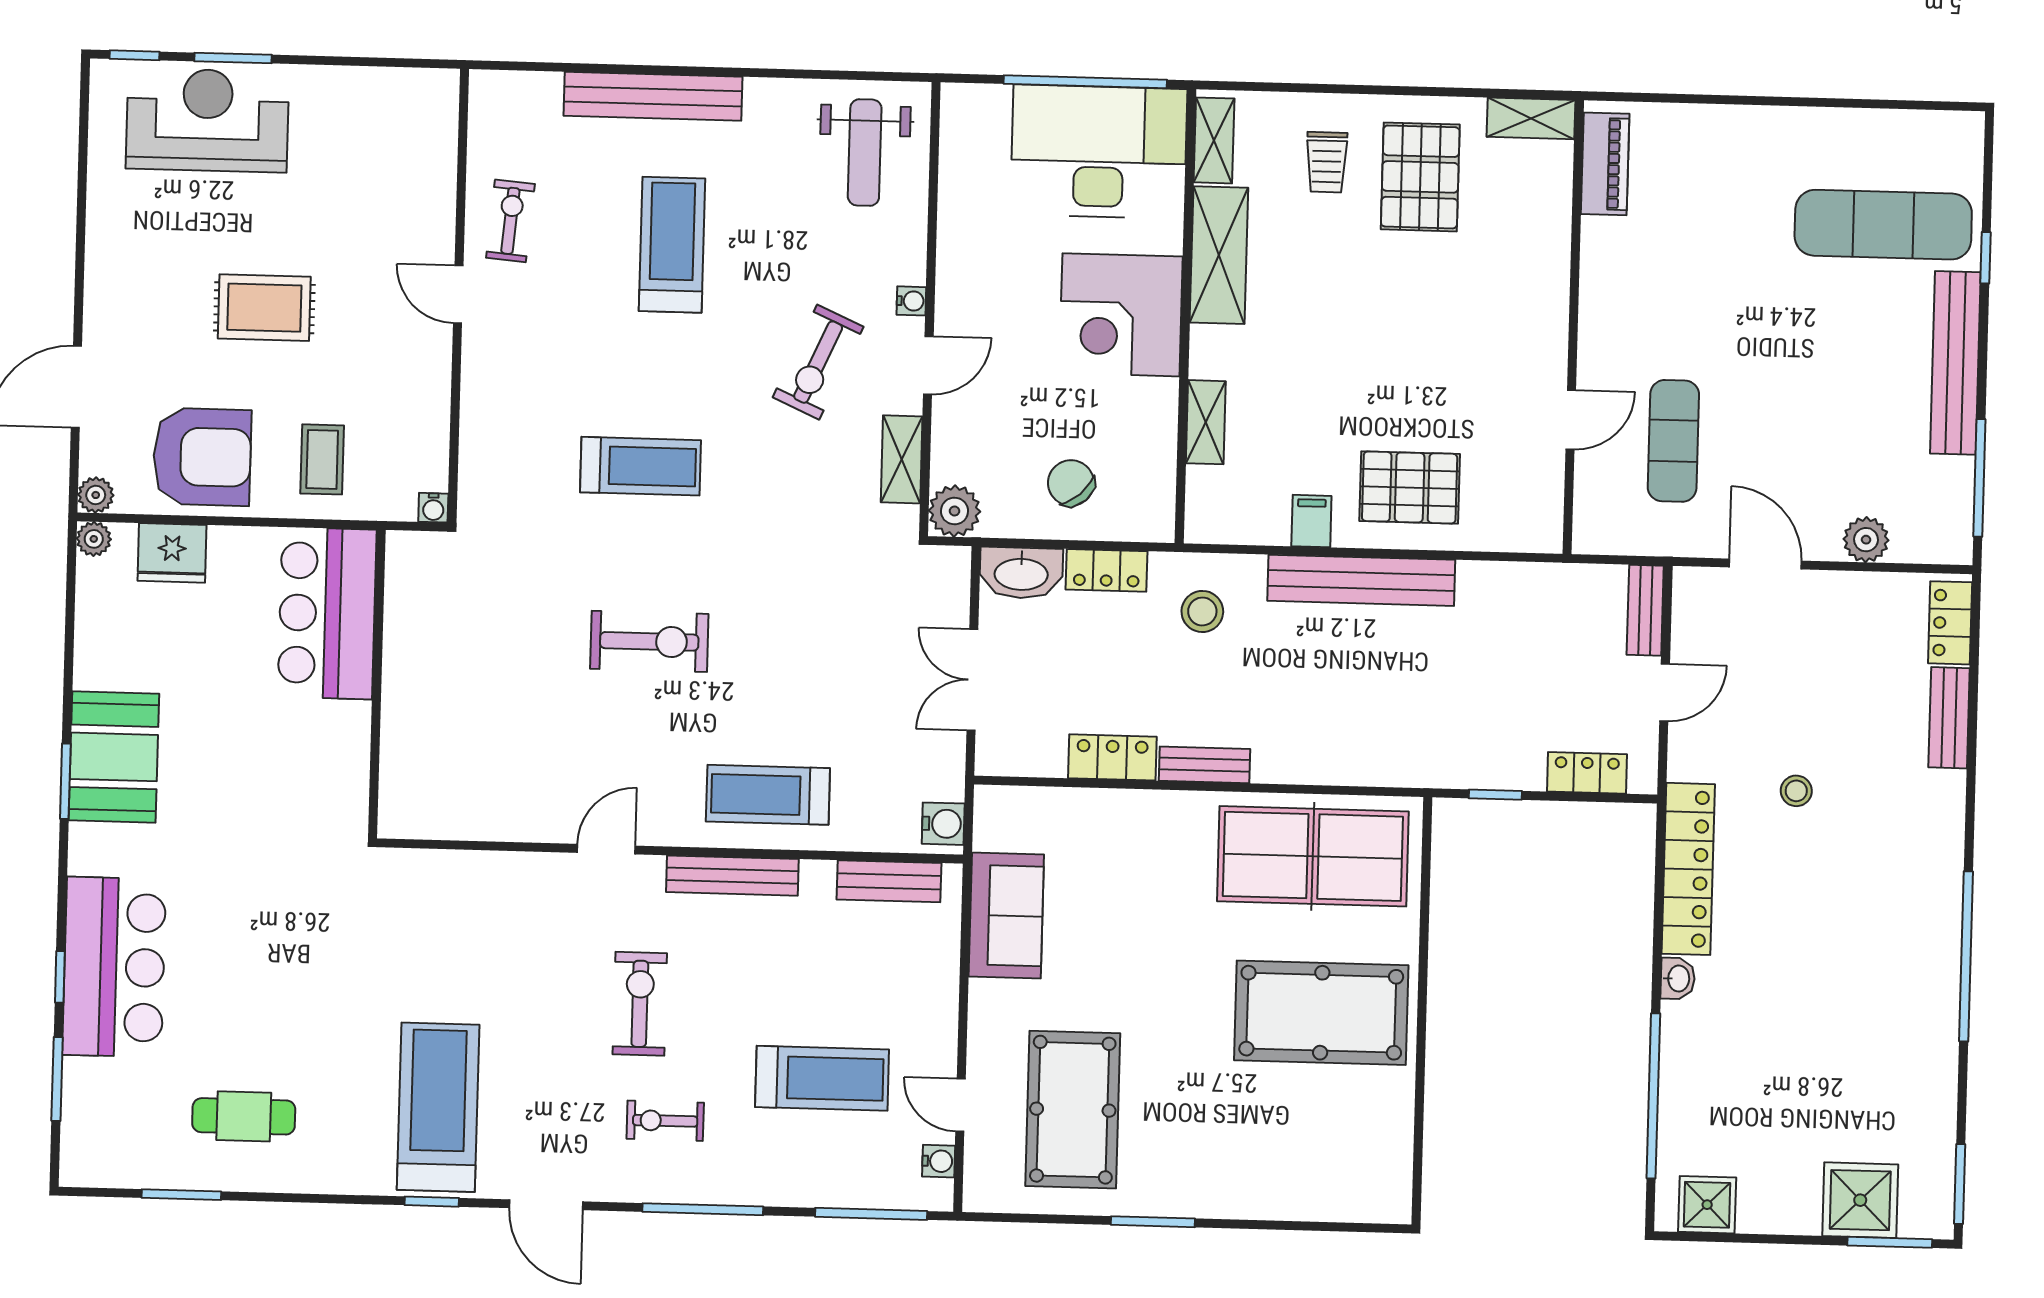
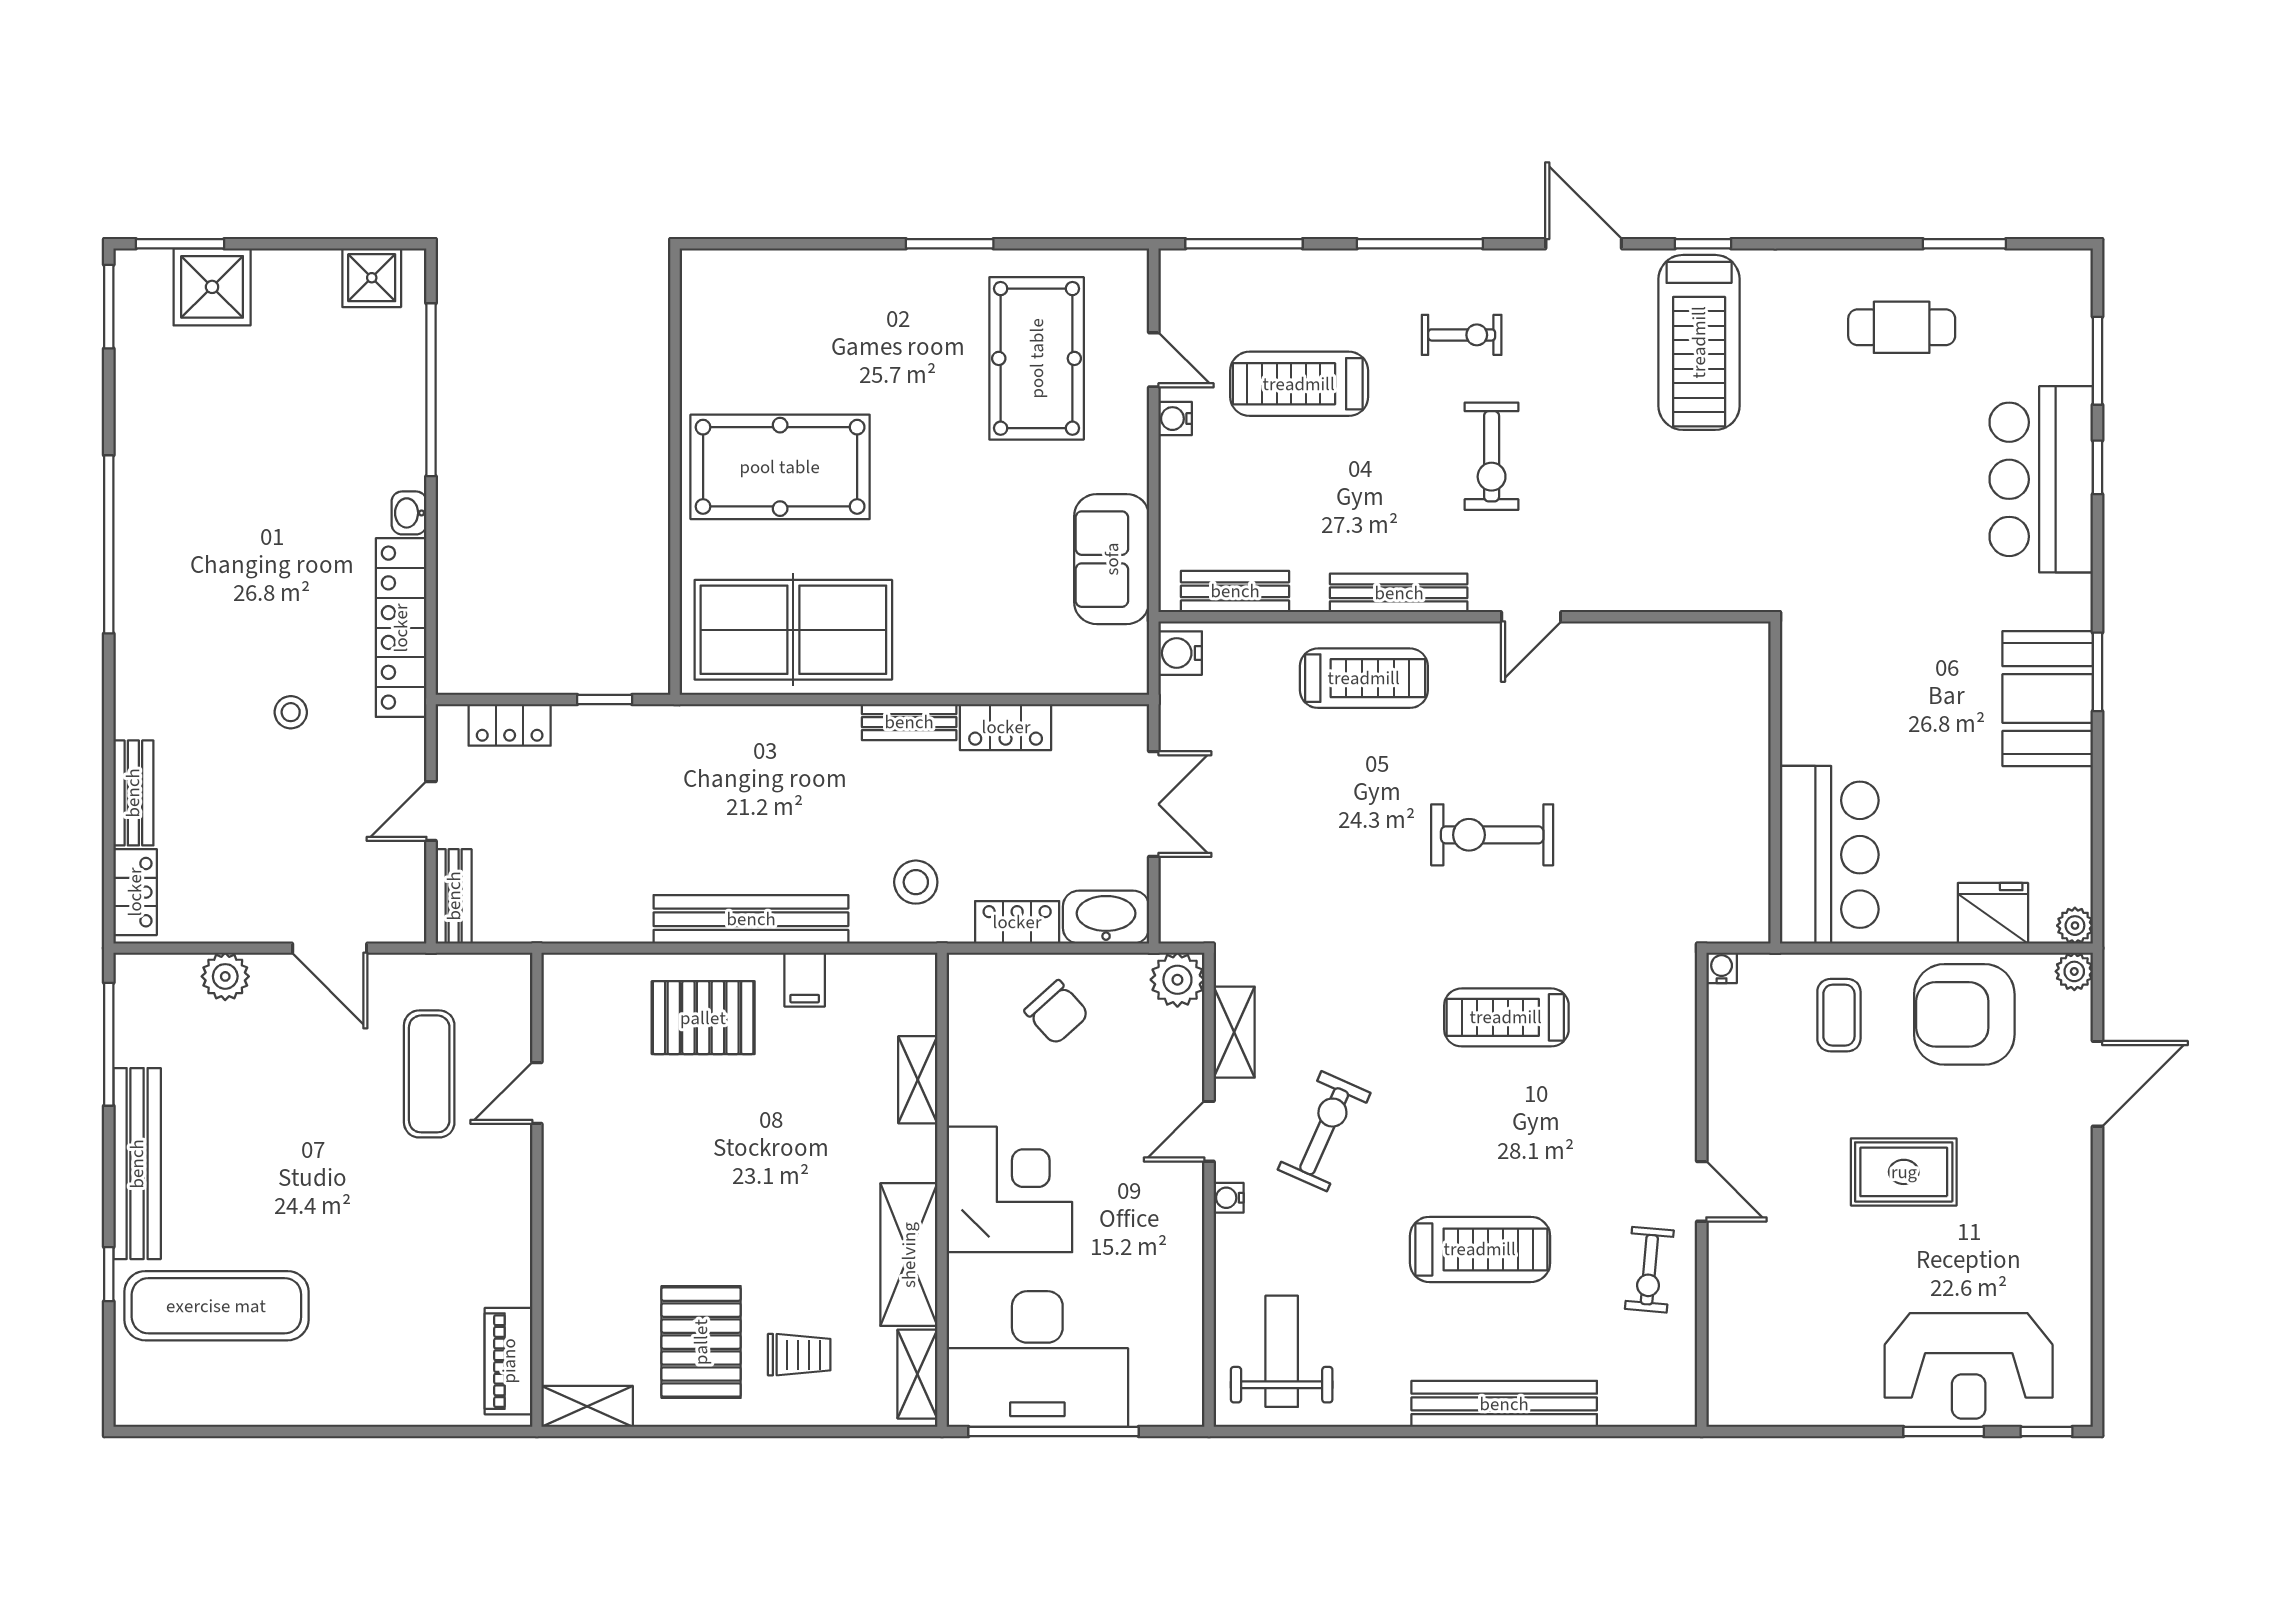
trolley: (1327, 162) -> (799, 1355), turned 90
treadmill: (672, 245) -> (1480, 1249), turned -90
water cooler: (939, 1161) -> (1175, 419), moved

